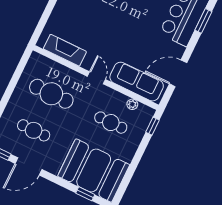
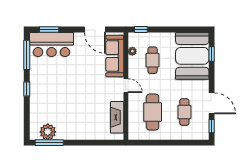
door: (96, 78) -> (126, 86), swing flipped

